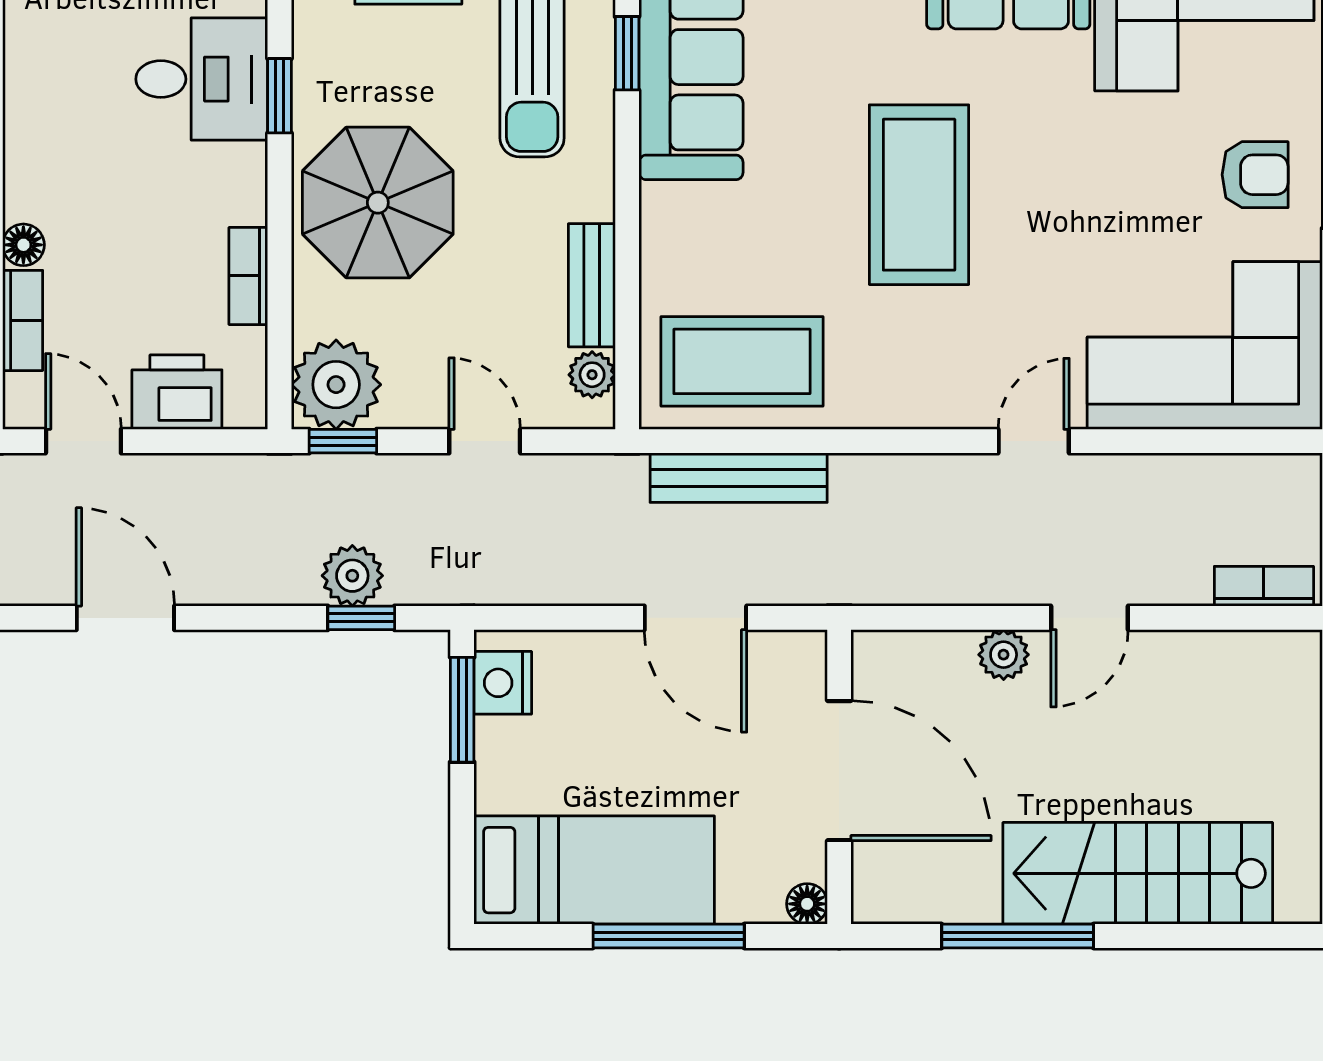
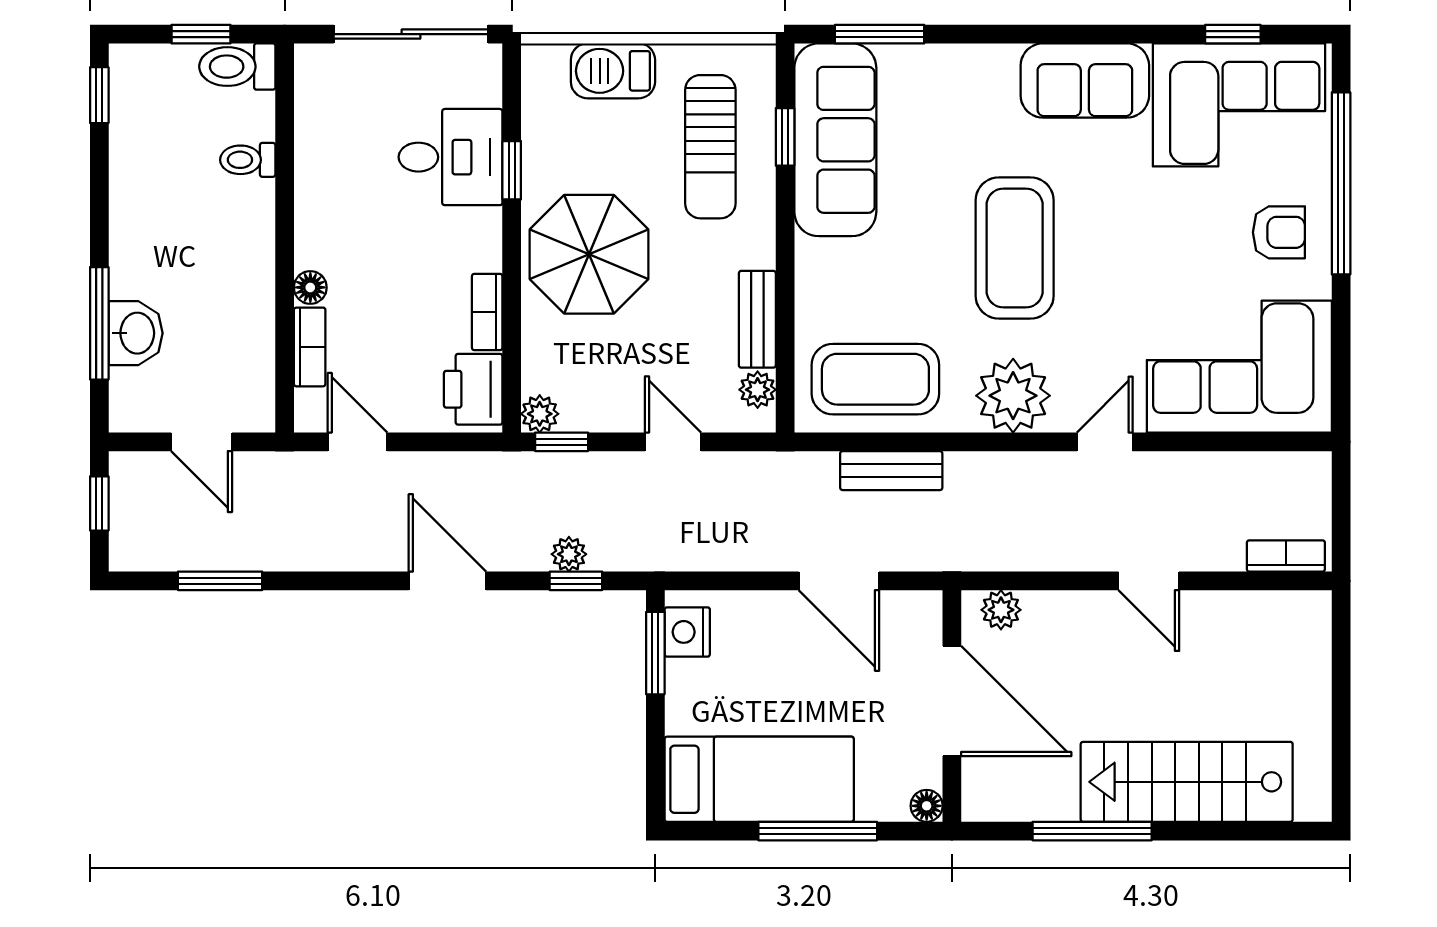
plant: (917, 382) -> (1013, 396), added
plant: (336, 385) -> (540, 414), width x0.53, depth x0.53
printer: (177, 392) -> (473, 389), moved, turned -90
bench: (739, 478) -> (891, 471), width x0.73
plant: (352, 576) -> (569, 554), width x0.73, depth x0.73
door: (125, 618) -> (447, 581), moved
door: (1090, 618) -> (1149, 581), hinge flipped
plant: (1004, 655) -> (1001, 610), moved

